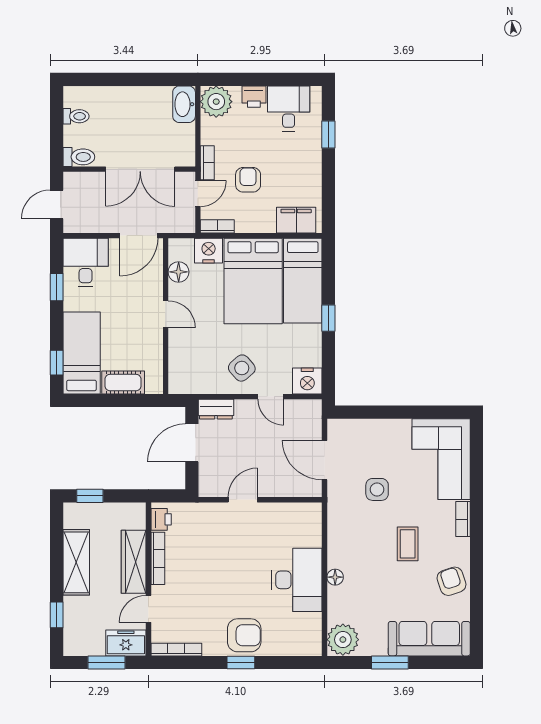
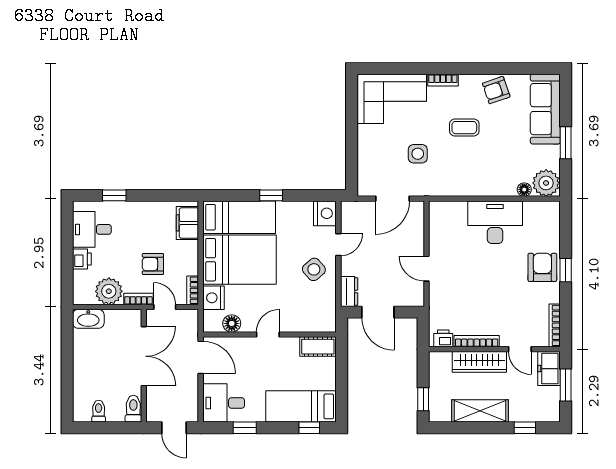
plant: (216, 102) -> (109, 291), moved
cot: (123, 383) -> (318, 347), moved, turned 90
floor lamp: (335, 577) -> (524, 190), moved

